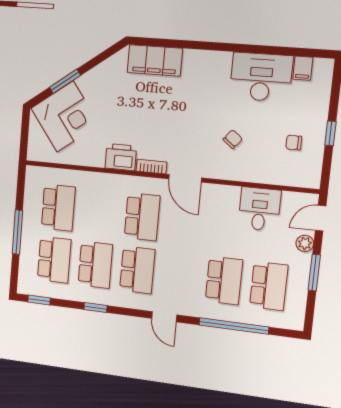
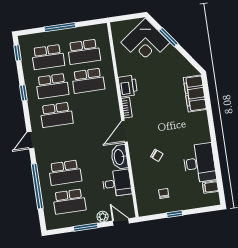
washbasin: (221, 195) -> (119, 157), added
school desk: (142, 217) -> (88, 81), moved

